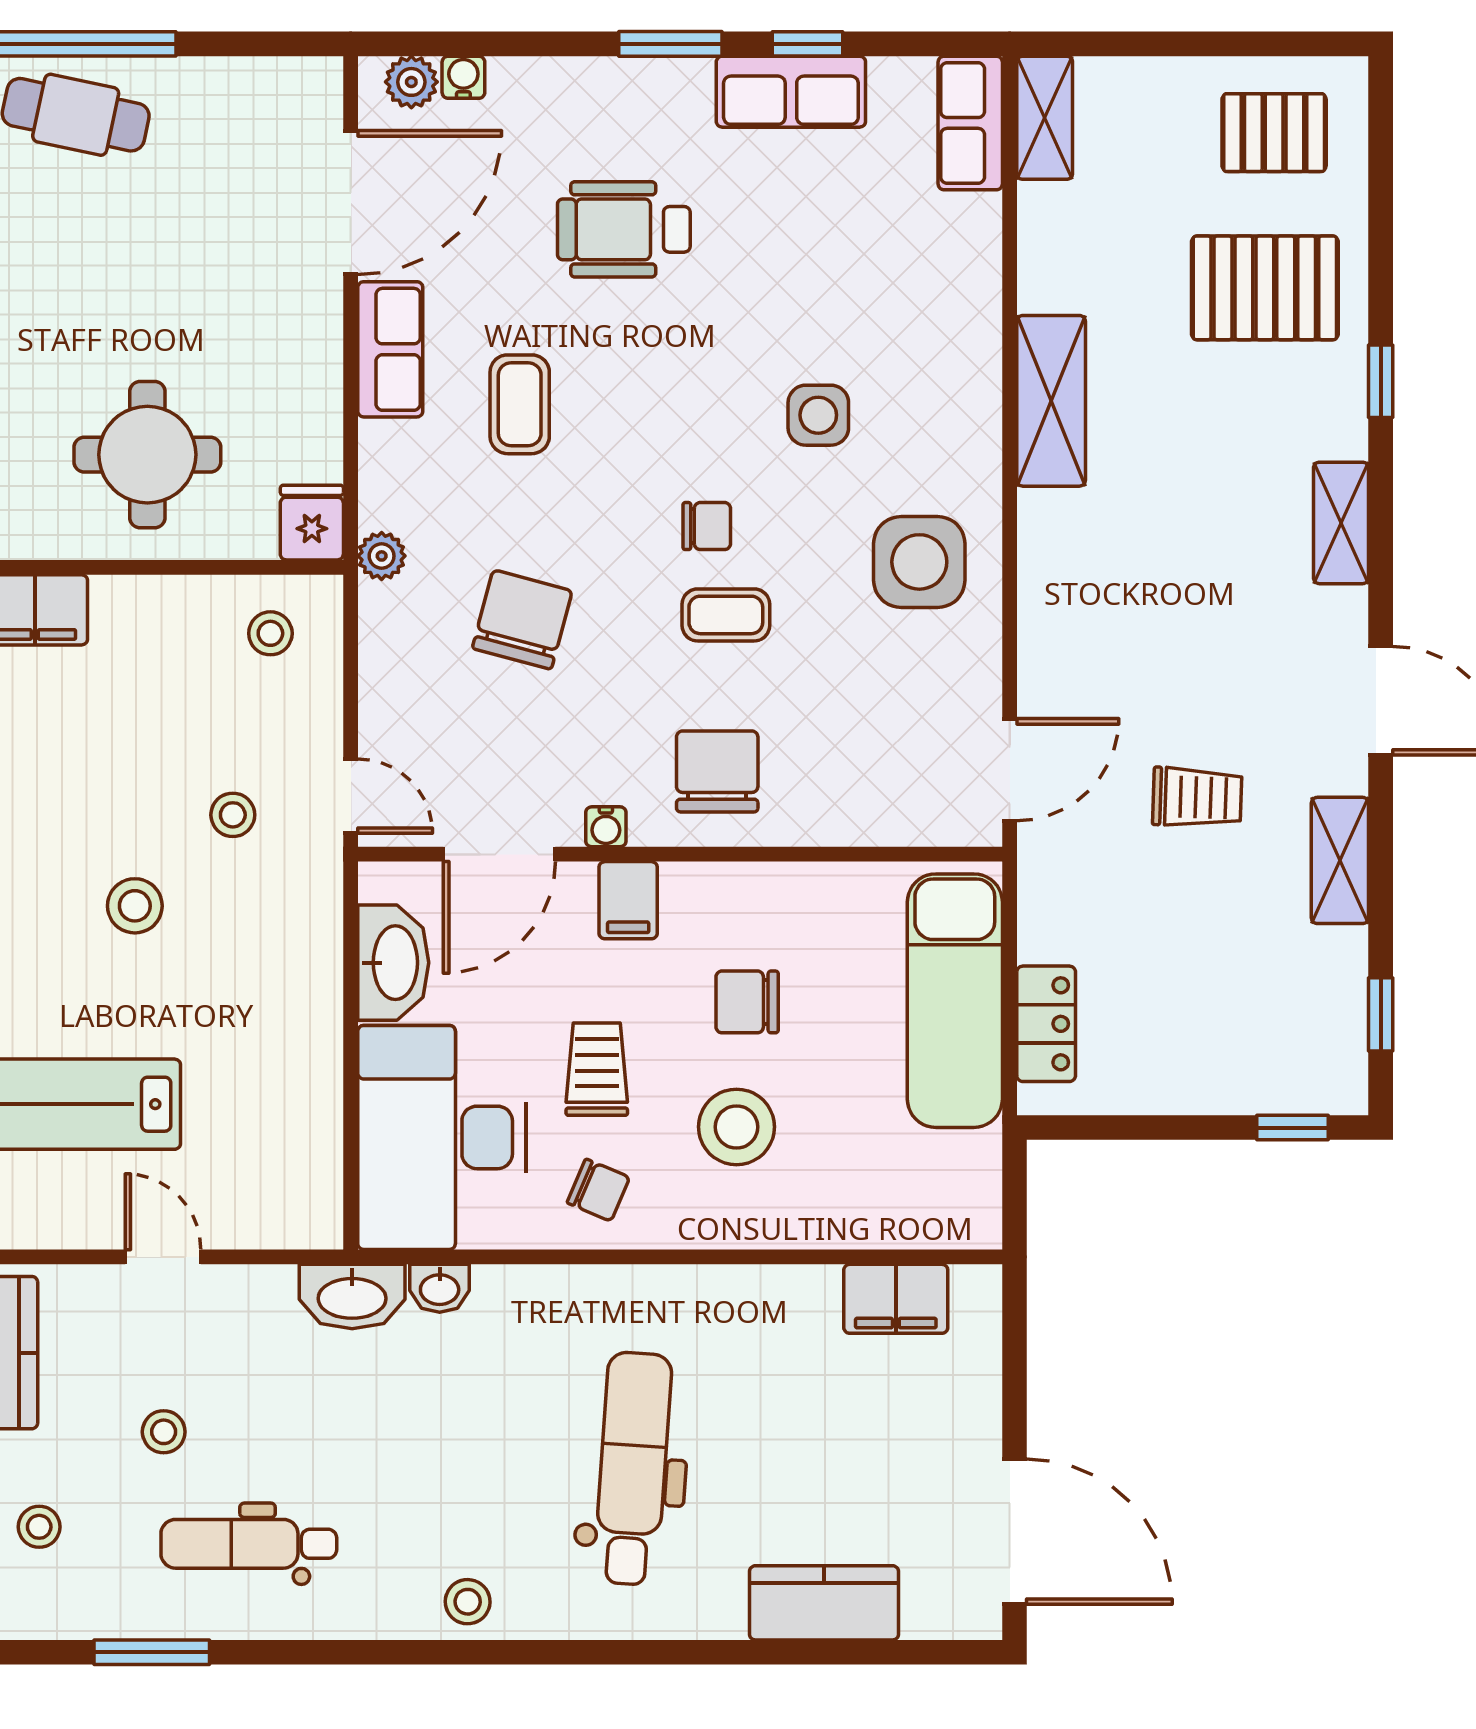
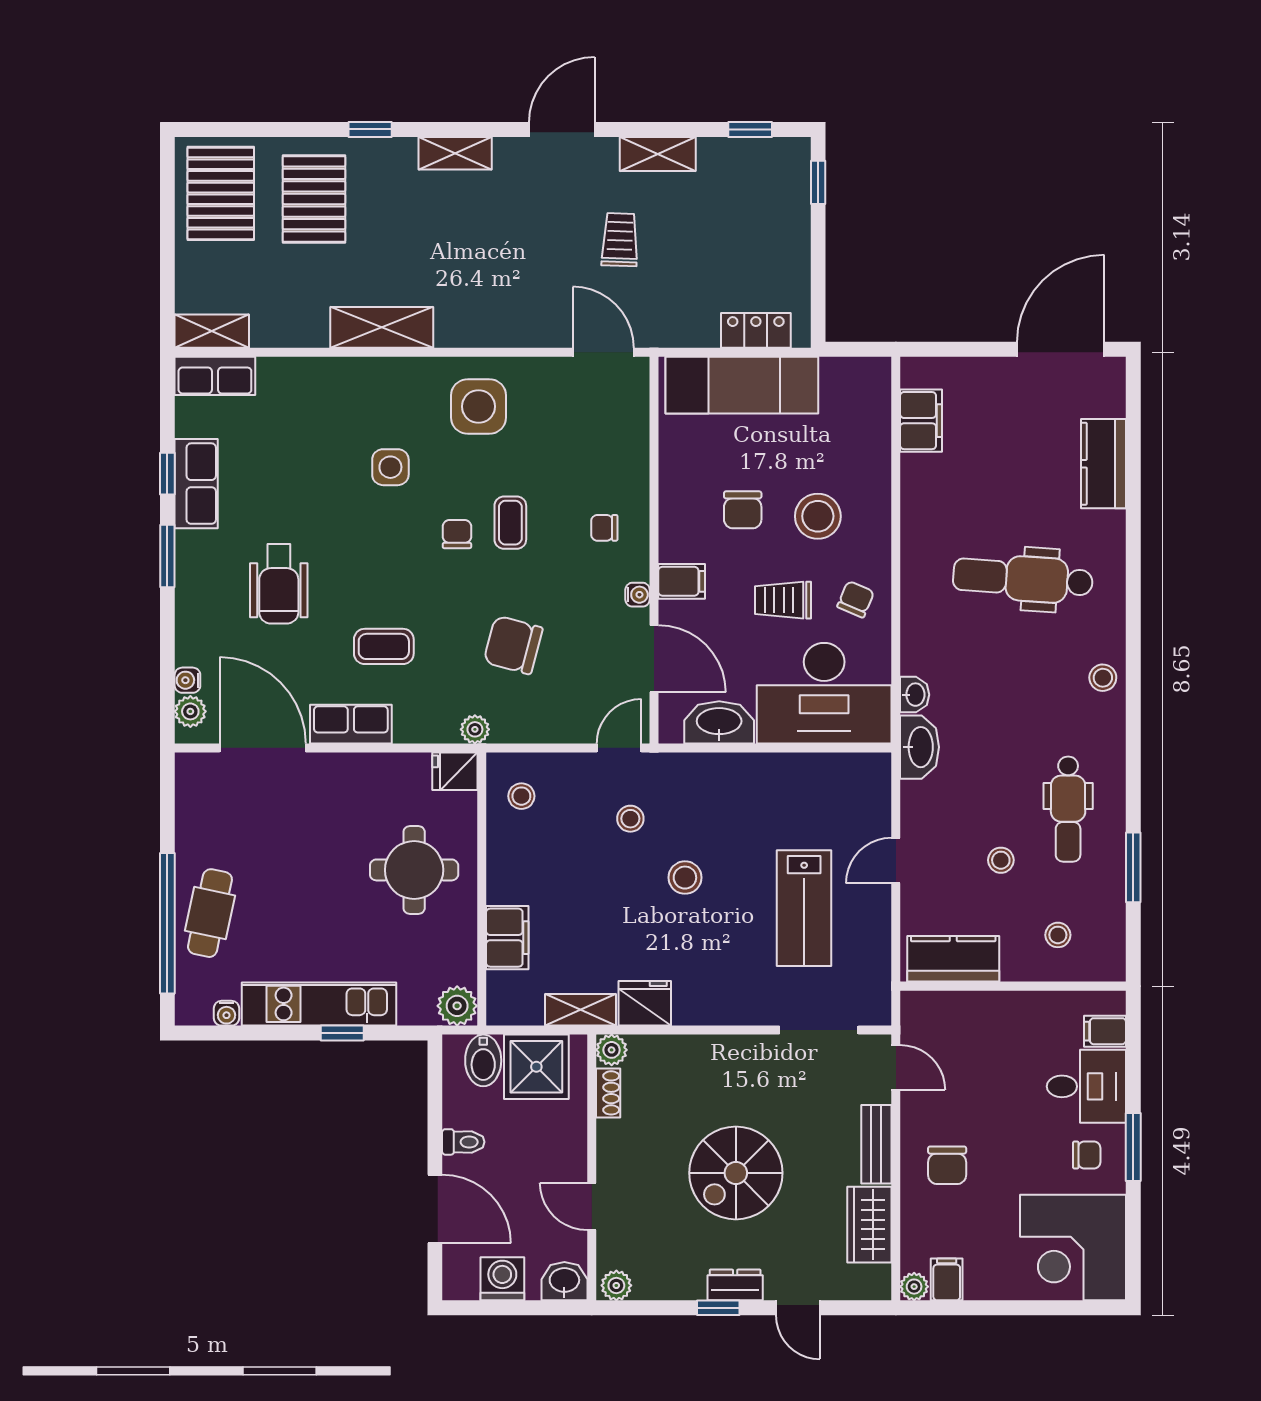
pallet: (1274, 133) -> (221, 193), width x1.50, depth x1.42
chair: (717, 771) -> (604, 528), width x0.54, depth x0.54

